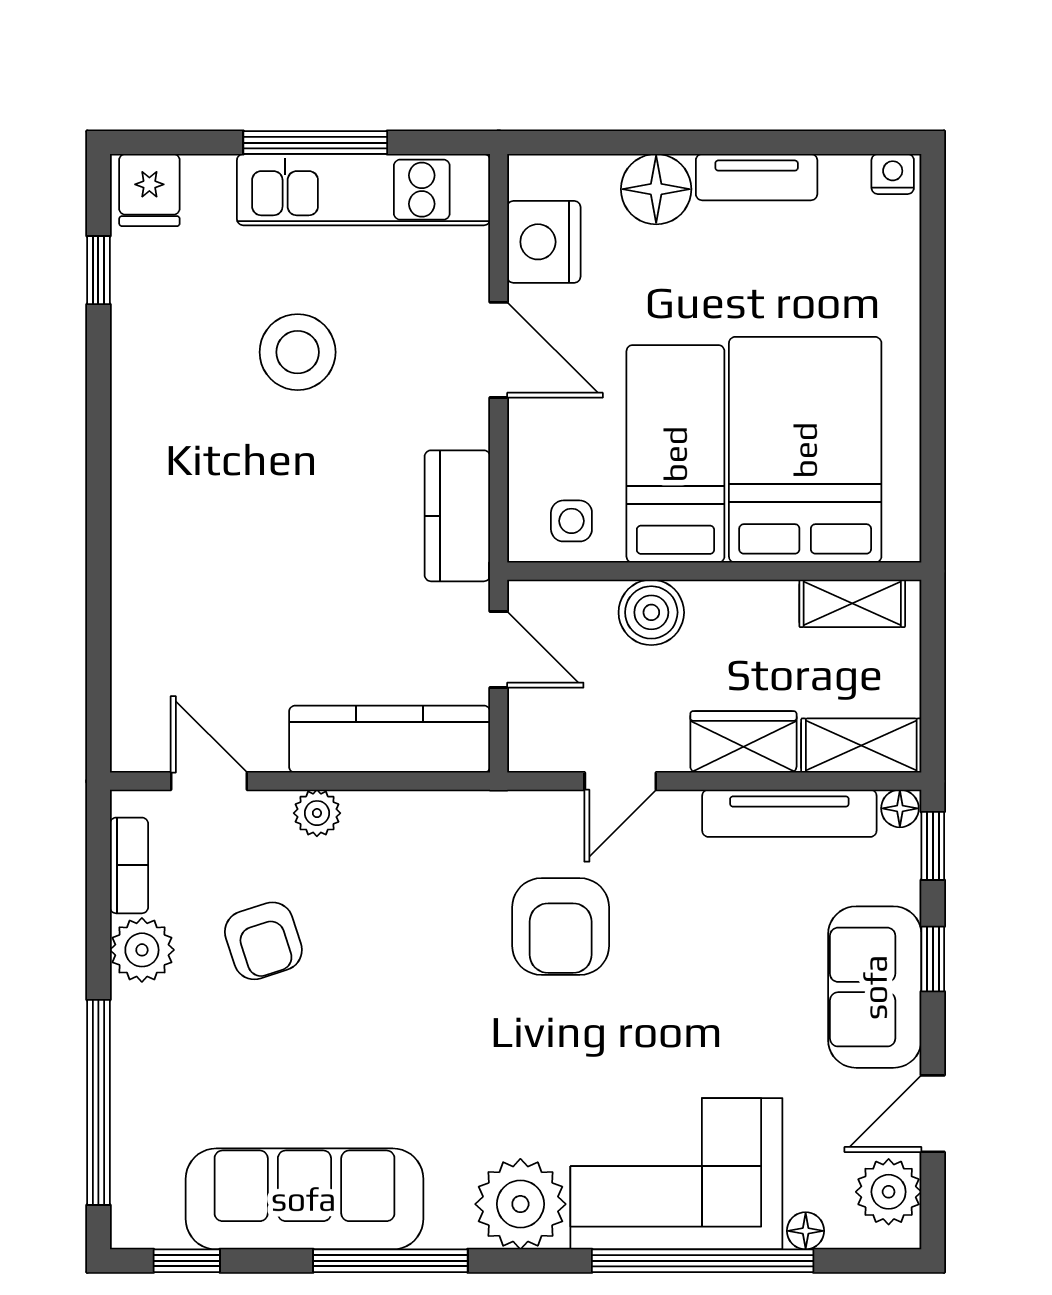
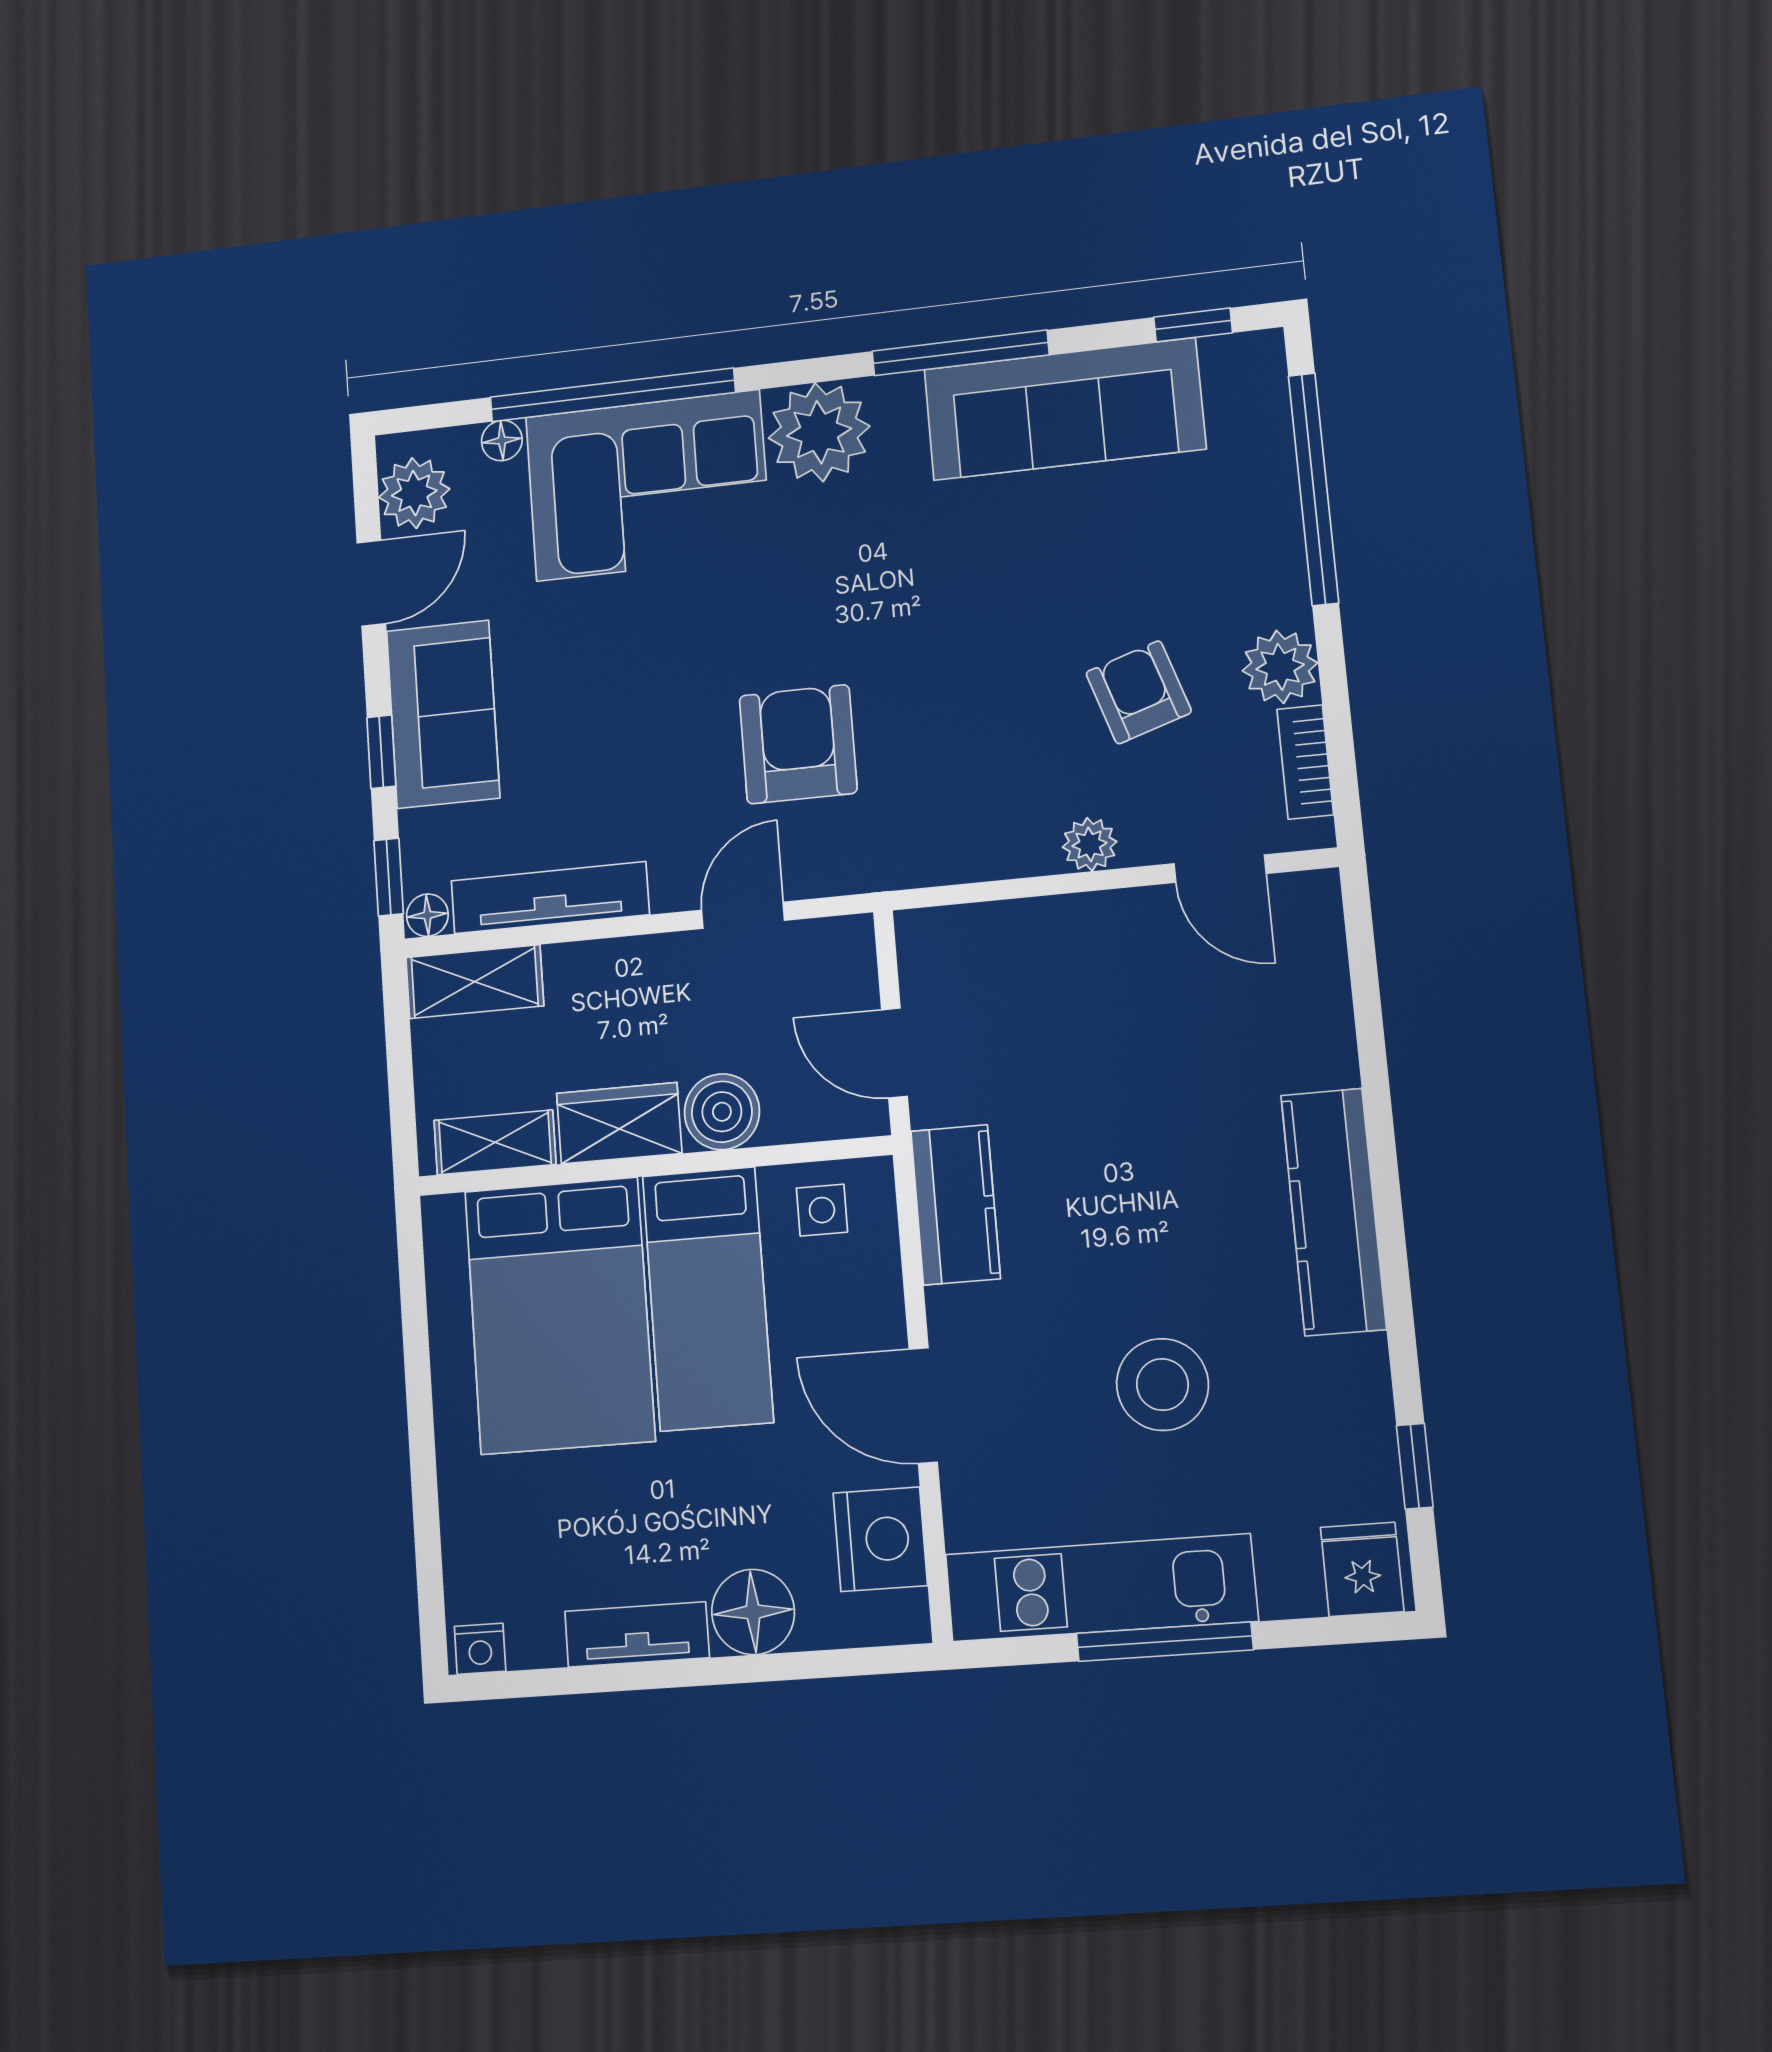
kitchen counter: (390, 739) -> (1333, 1212), moved, turned 90
wardrobe: (743, 742) -> (619, 1123), moved, turned 180

